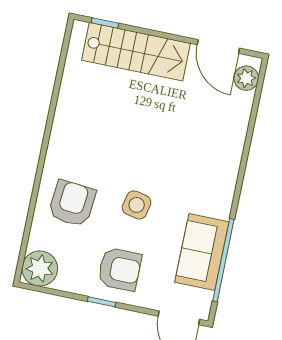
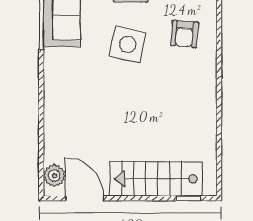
armchair: (72, 203) -> (184, 34), width x0.72, depth x0.72
side table: (137, 205) -> (128, 44), width x1.37, depth x1.37

